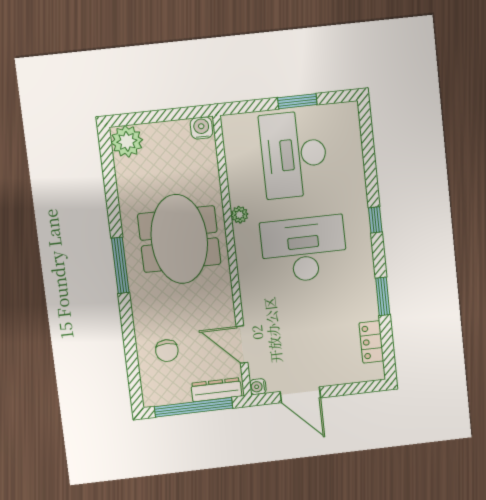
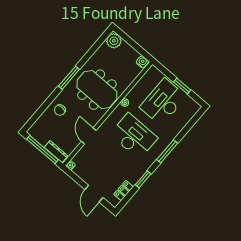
window: (375, 220) -> (167, 151), width x2.17
meeting table: (179, 239) -> (97, 90), turned 90
door: (242, 344) -> (89, 136), moved
chair: (167, 351) -> (60, 110), moved
door: (300, 395) -> (94, 194), moved

